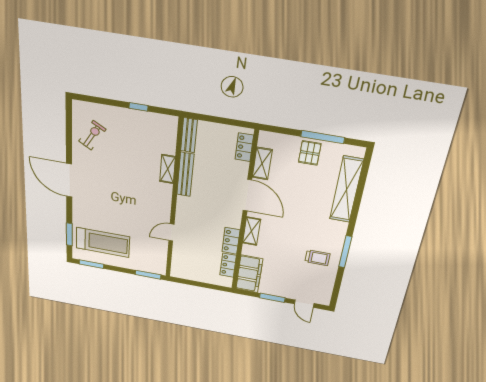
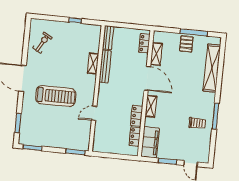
treadmill: (103, 242) -> (56, 96), moved

